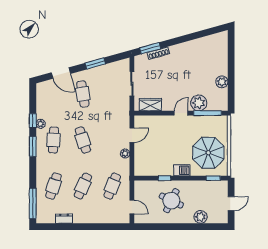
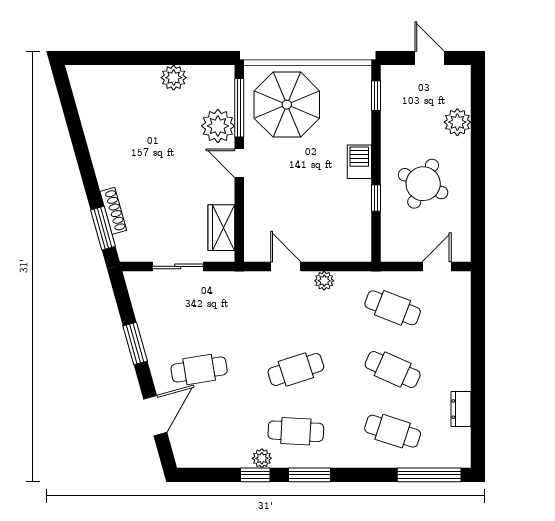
parasol: (208, 153) -> (287, 105), moved

